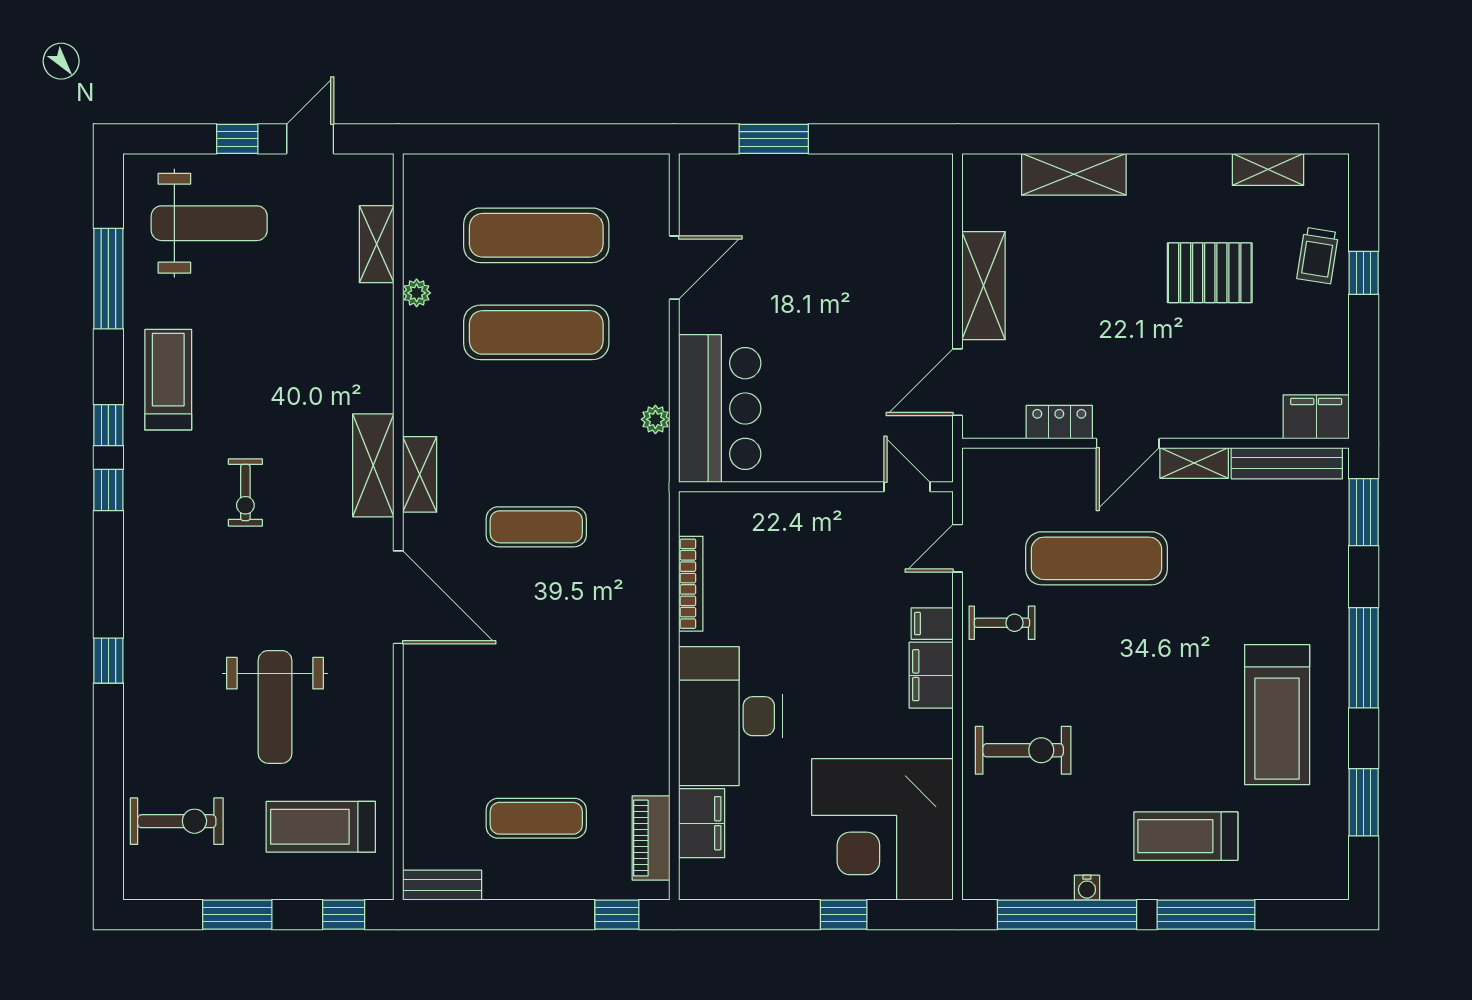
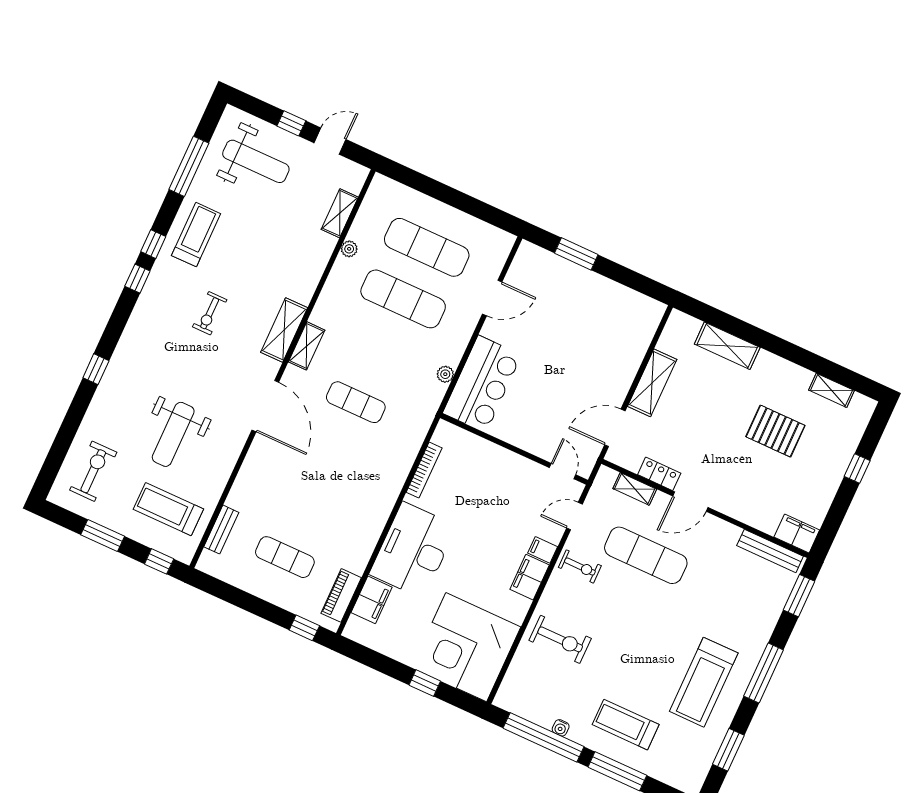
trolley: (1318, 256) -> (837, 448), removed
shelving: (1194, 463) -> (635, 489), moved
exercise bike: (177, 821) -> (93, 471), turned -90
bench: (442, 885) -> (221, 530), moved, turned 90

